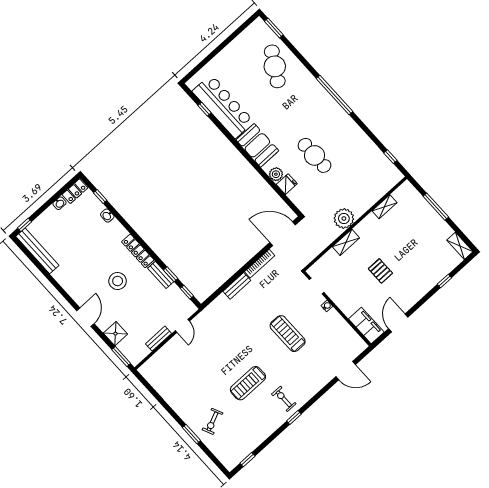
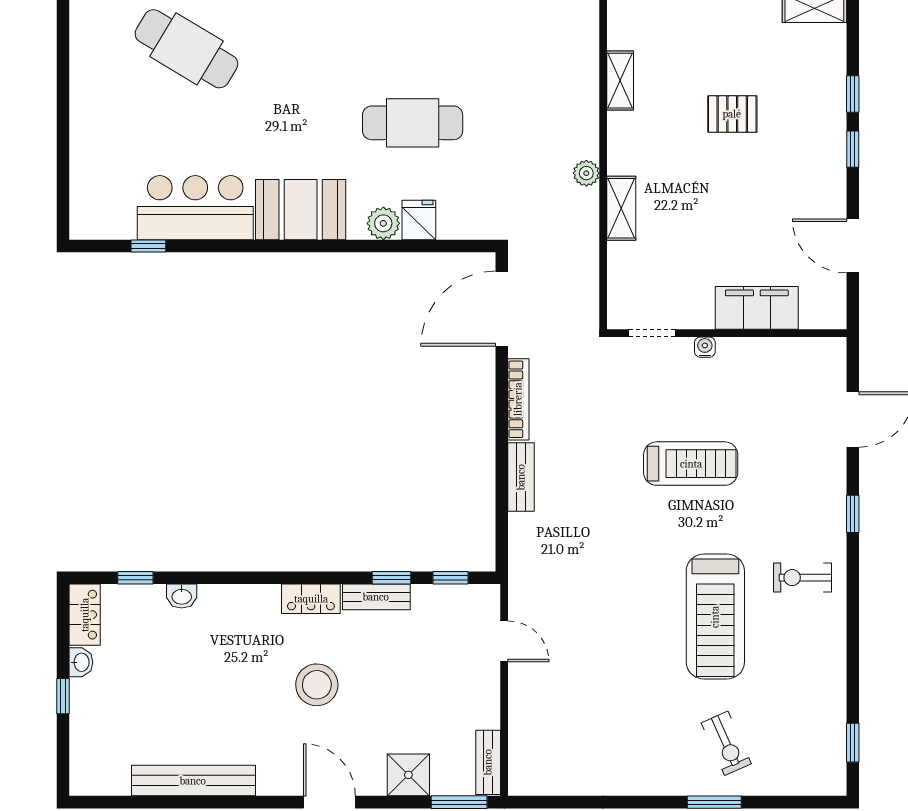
bar counter: (223, 106) -> (195, 208), width x0.73
plant: (344, 219) -> (586, 173), width x0.53, depth x0.53
window: (25, 225) -> (63, 696), moved
bench: (37, 251) -> (193, 781), moved
locker: (138, 251) -> (311, 599), width x0.66
pallet: (380, 271) -> (732, 114), moved
window: (428, 296) -> (853, 149), added
filing cabinet: (366, 326) -> (757, 308), moved
treadmill: (288, 334) -> (691, 464), turned 180
bench: (159, 339) -> (488, 762), moved
treadmill: (248, 383) -> (715, 617), width x1.37, depth x1.38
window: (294, 417) -> (853, 514), moved

